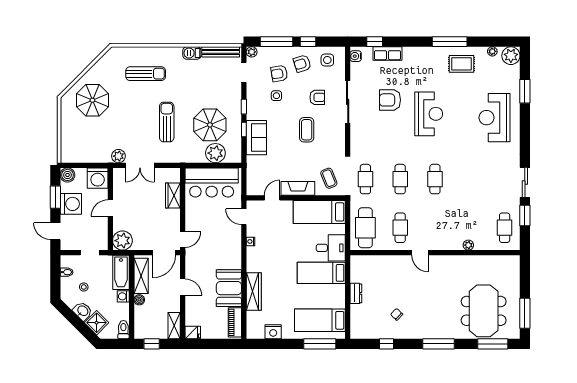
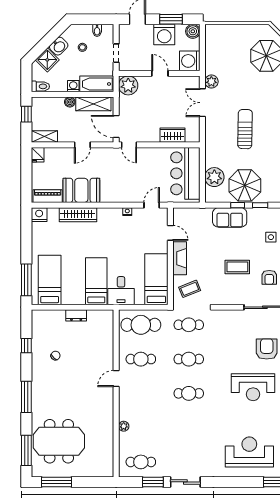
sun lounger: (167, 122) -> (245, 129), turned -89
parasol: (210, 125) -> (245, 185), moved
nightstand: (273, 332) -> (39, 215), moved, turned 90

